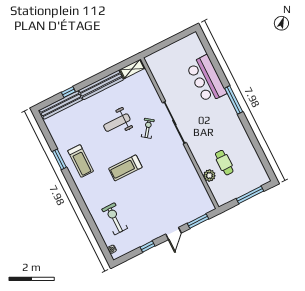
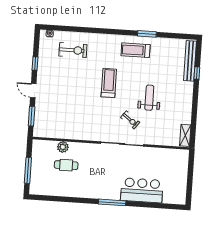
bench: (101, 85) -> (187, 103), removed

